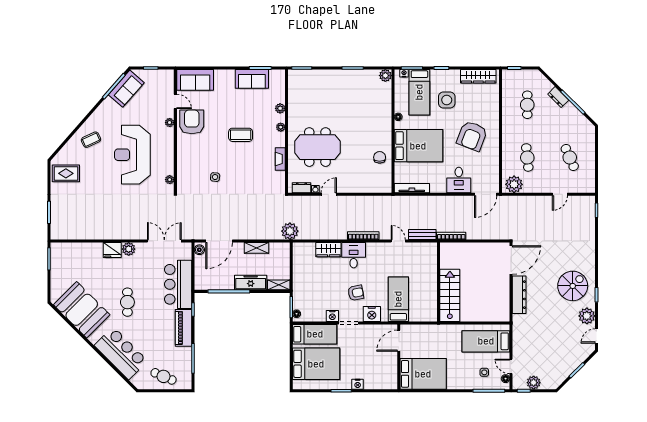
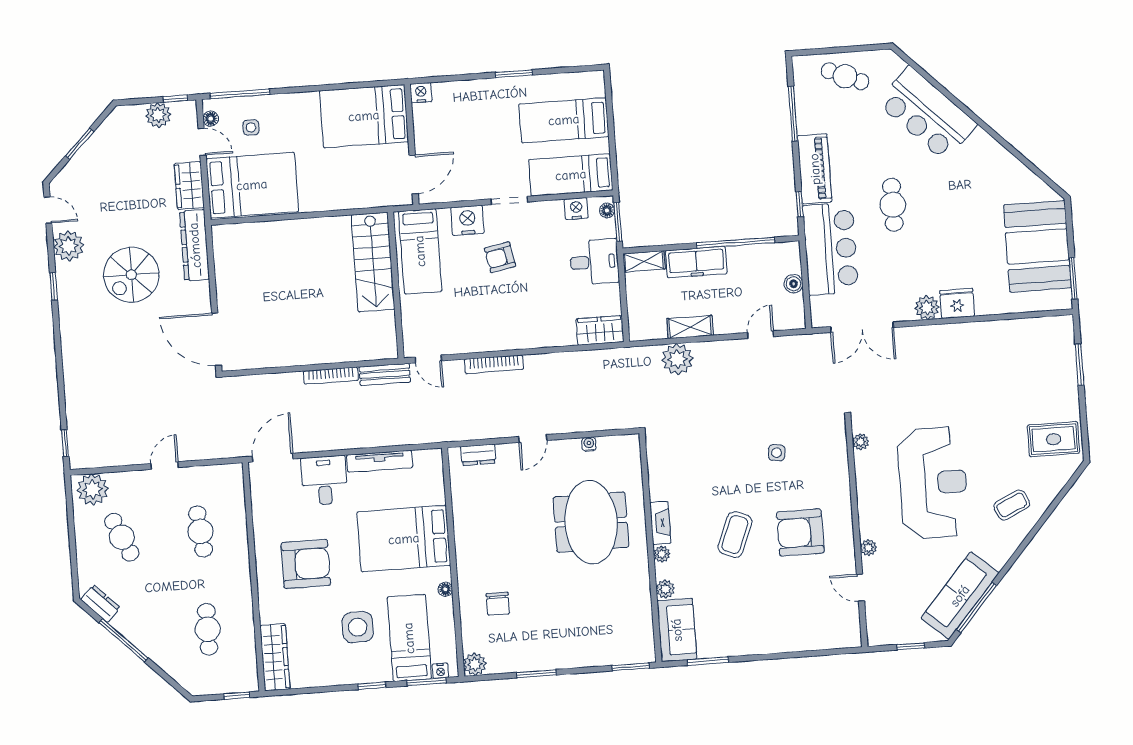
wardrobe: (478, 76) -> (275, 657), moved, turned 90
sofa: (252, 79) -> (677, 630), moved, turned 90
sofa: (195, 80) -> (827, 630), removed
sofa: (126, 89) -> (960, 596), width x1.36
dresser: (558, 97) -> (100, 604), moved
armchair: (192, 122) -> (800, 532), moved, turned 90
coffee table: (241, 135) -> (735, 534), turned -68
armchair: (472, 136) -> (306, 564), turned 69
meeting table: (317, 147) -> (591, 522), turned 90
chair: (380, 157) -> (498, 604), moved
fireplace: (280, 159) -> (660, 523), moved
plant: (514, 184) -> (93, 489), moved
dresser: (302, 188) -> (478, 455), moved
tv unit: (412, 188) -> (380, 461), moved
door: (329, 194) -> (533, 439), moved
door: (560, 194) -> (165, 466), moved
plant: (290, 231) -> (677, 359), moved
door: (219, 241) -> (760, 335), width x0.53
boiler: (199, 250) -> (793, 284), moved
wardrobe: (328, 250) -> (600, 330), moved
desk: (354, 255) -> (594, 262), moved, turned -90
door: (511, 260) -> (217, 339), hinge flipped
wall: (439, 282) -> (396, 285), moved
spiral stairs: (573, 286) -> (131, 275), moved
stairs: (450, 295) -> (373, 262), moved
dresser: (519, 295) -> (195, 245), moved
cafe table: (127, 302) -> (893, 205), moved
booth: (82, 310) -> (1037, 246), moved, turned 45
nightstand: (332, 316) -> (576, 209), moved
door: (596, 336) -> (48, 210), hinge flipped
bed: (486, 341) -> (252, 185), width x1.50
wardrobe: (520, 344) -> (189, 186), added
bed: (316, 364) -> (564, 120), width x0.67
nightstand: (358, 384) -> (421, 93), moved

